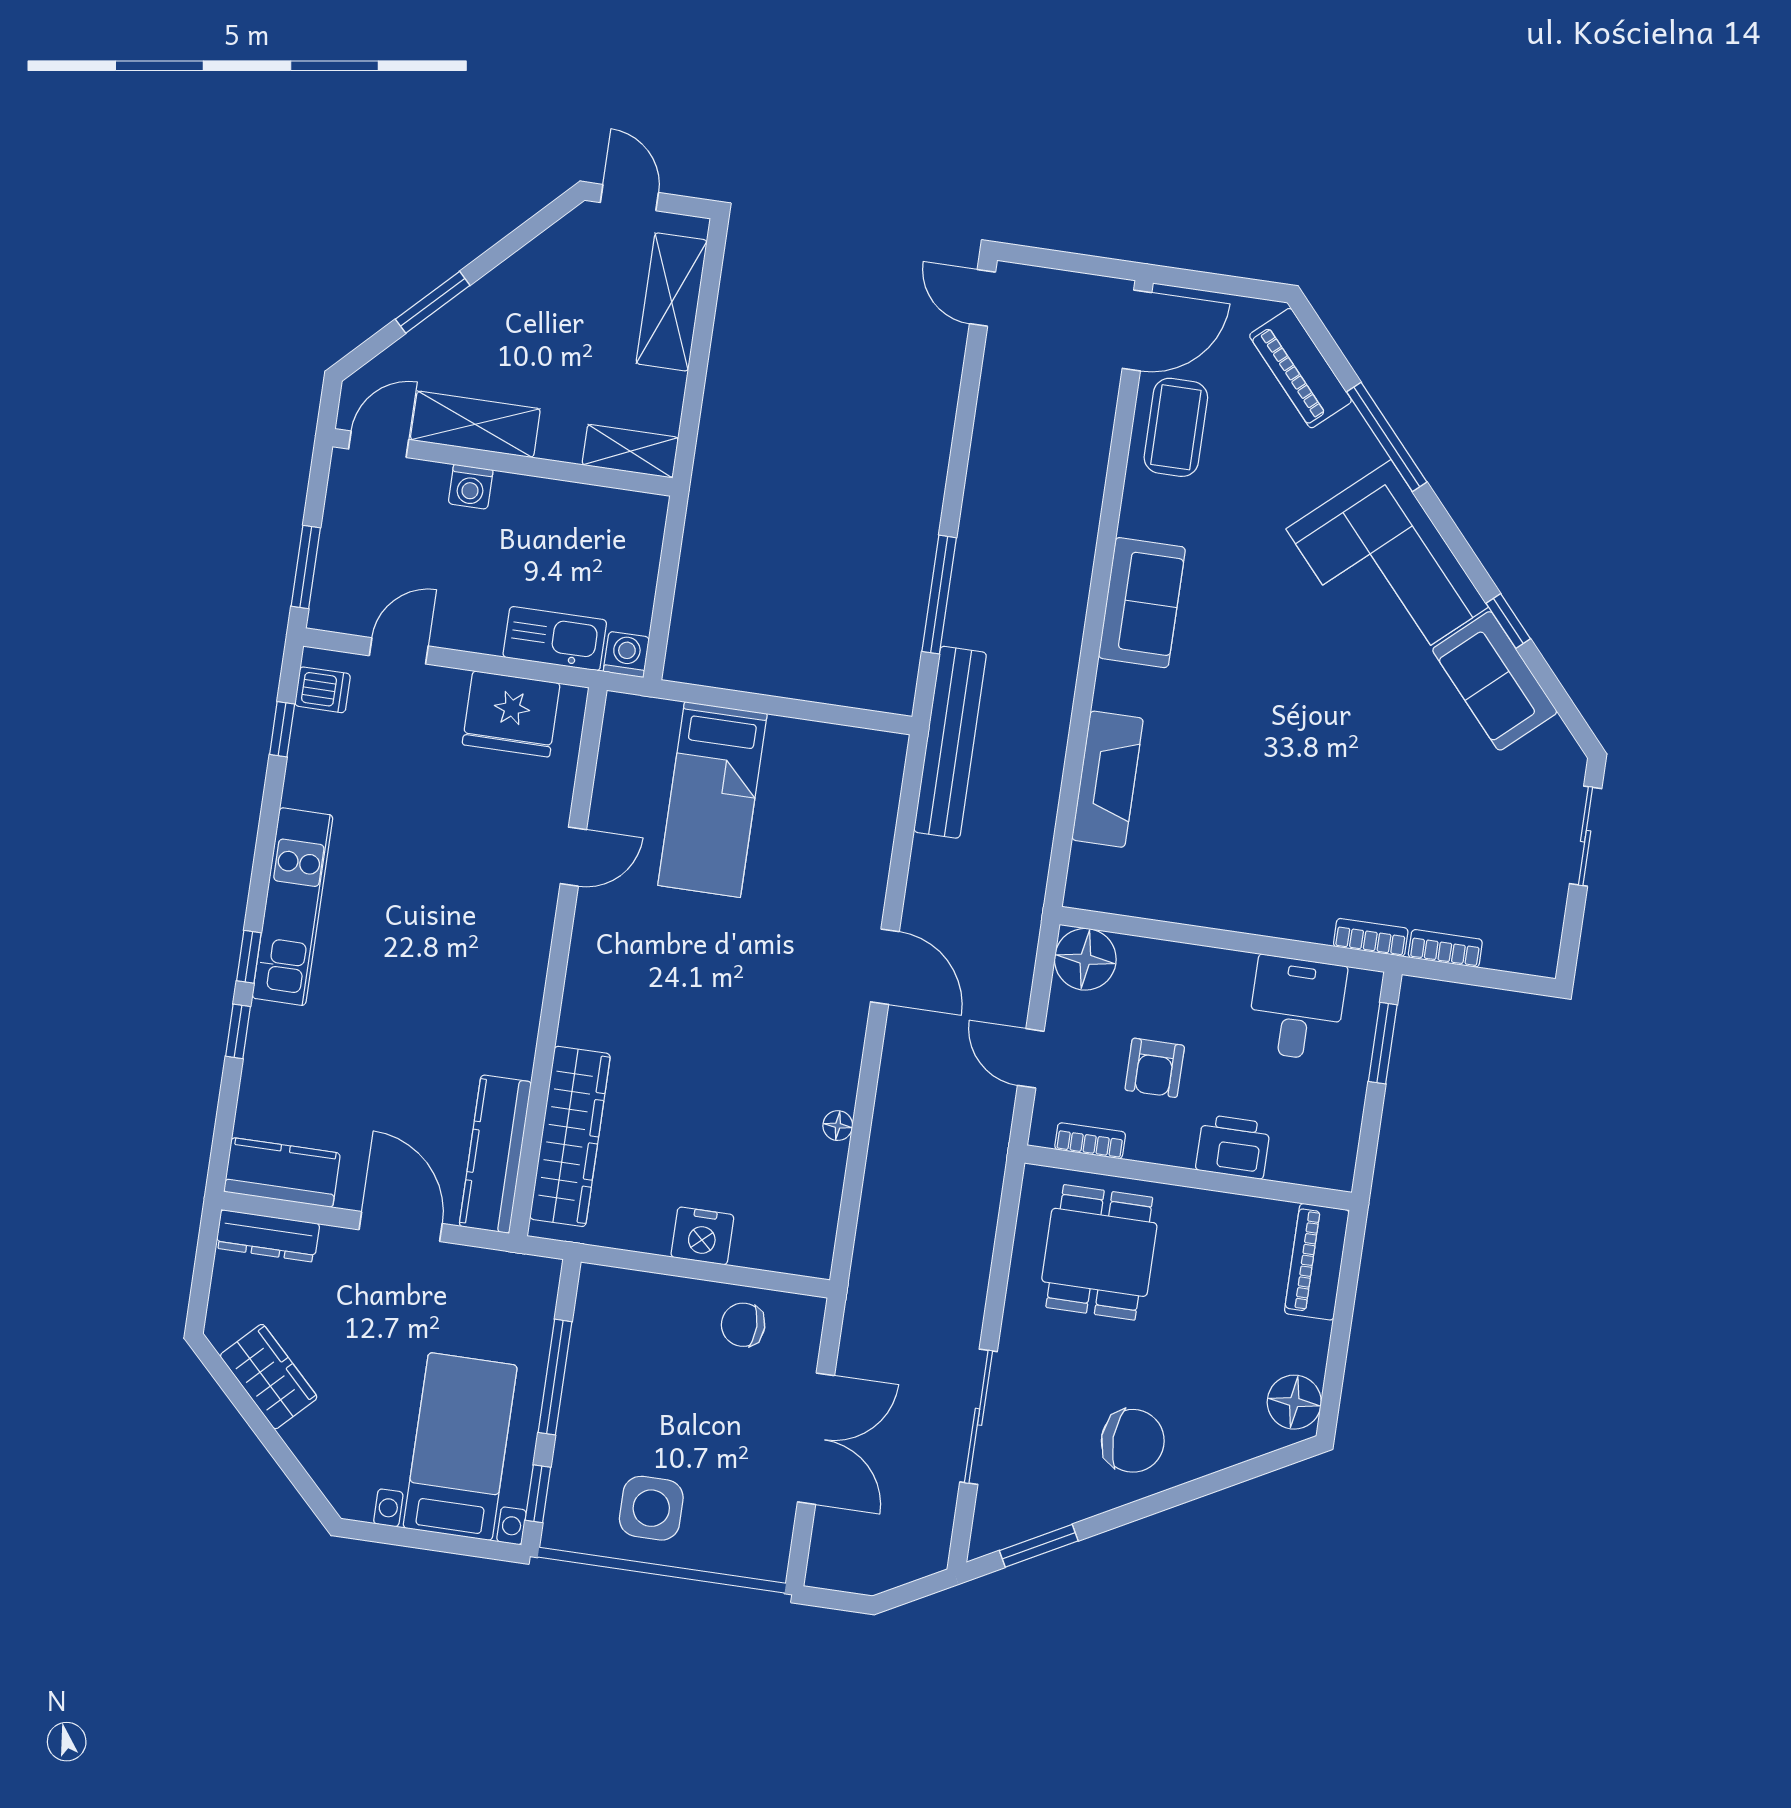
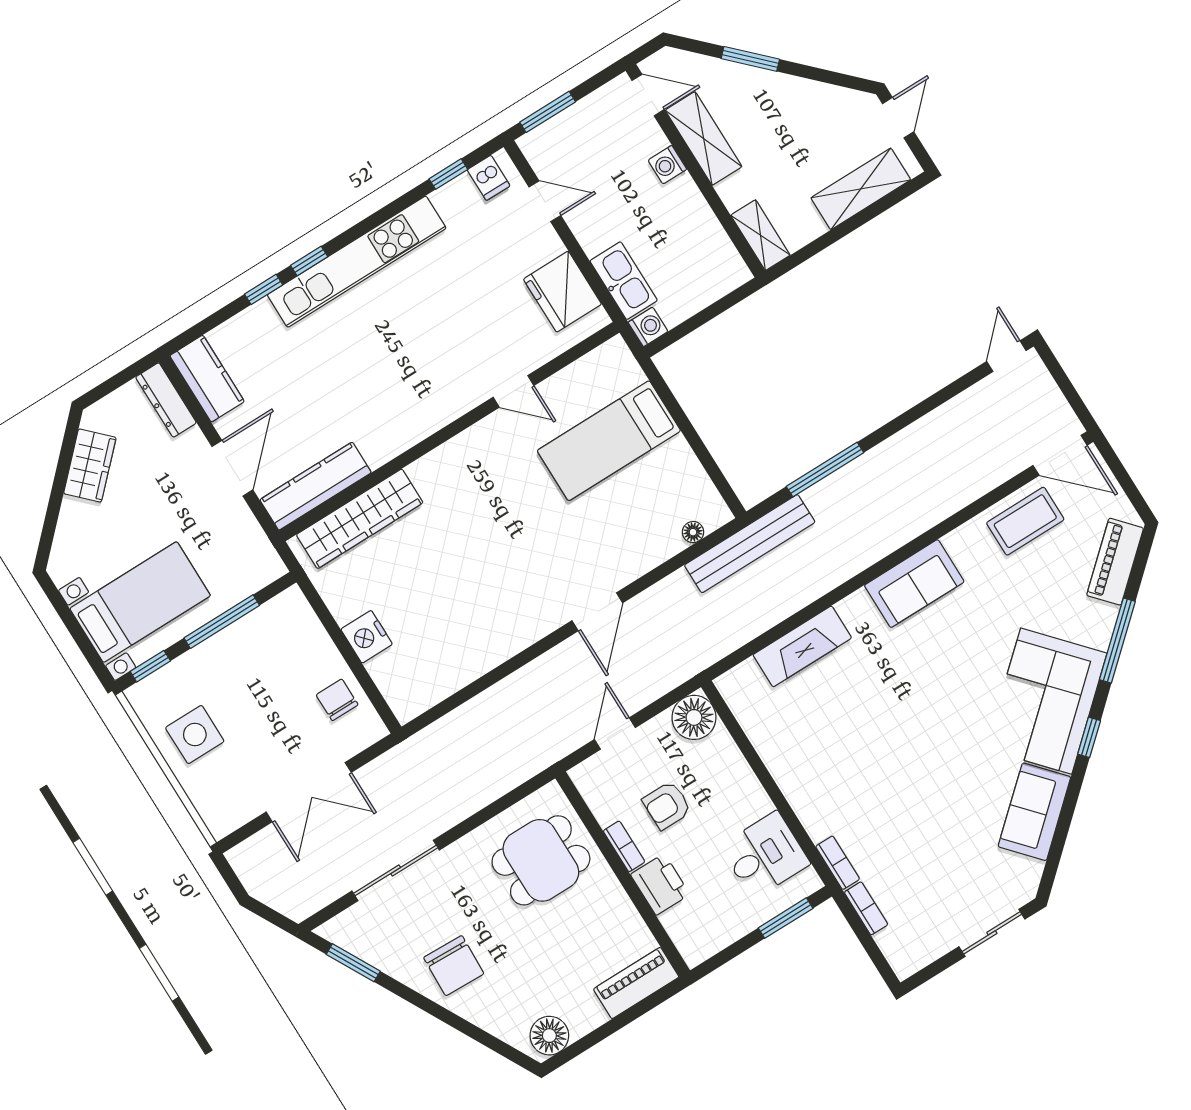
window: (1508, 621) -> (1089, 737), moved
kitchen unit: (292, 907) -> (357, 262), width x1.36
floor lamp: (838, 1126) -> (693, 532), moved
bookcase: (1090, 1141) -> (624, 846), moved

